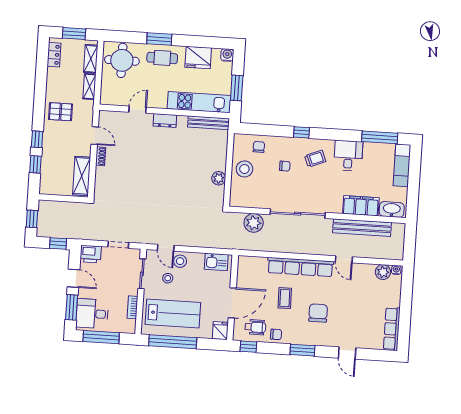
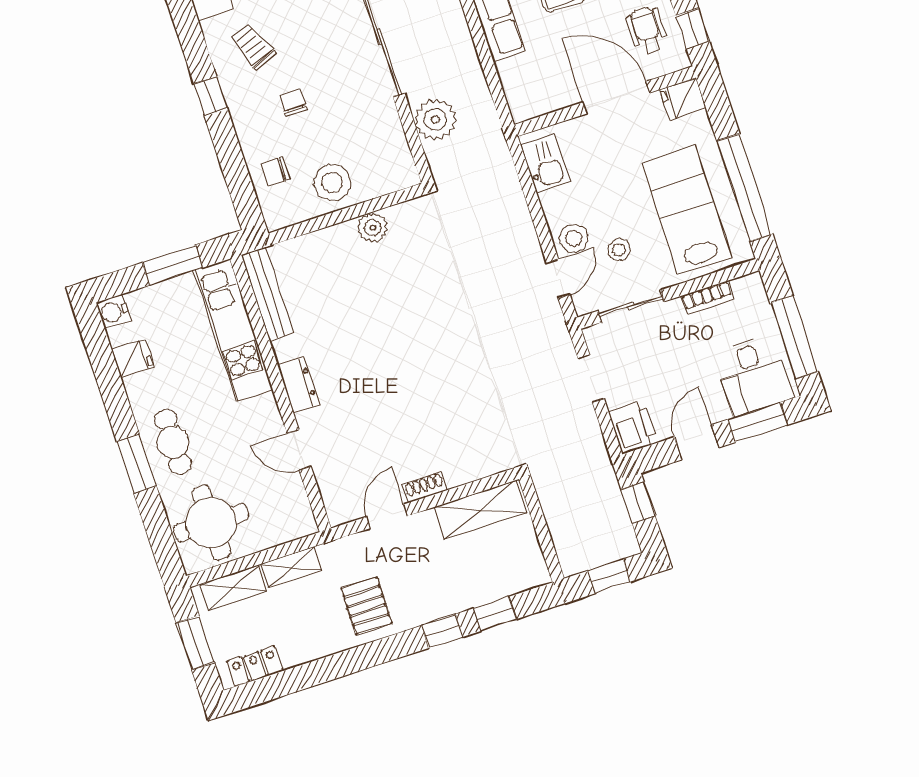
fridge: (198, 58) -> (133, 358), width x0.53, depth x0.75

